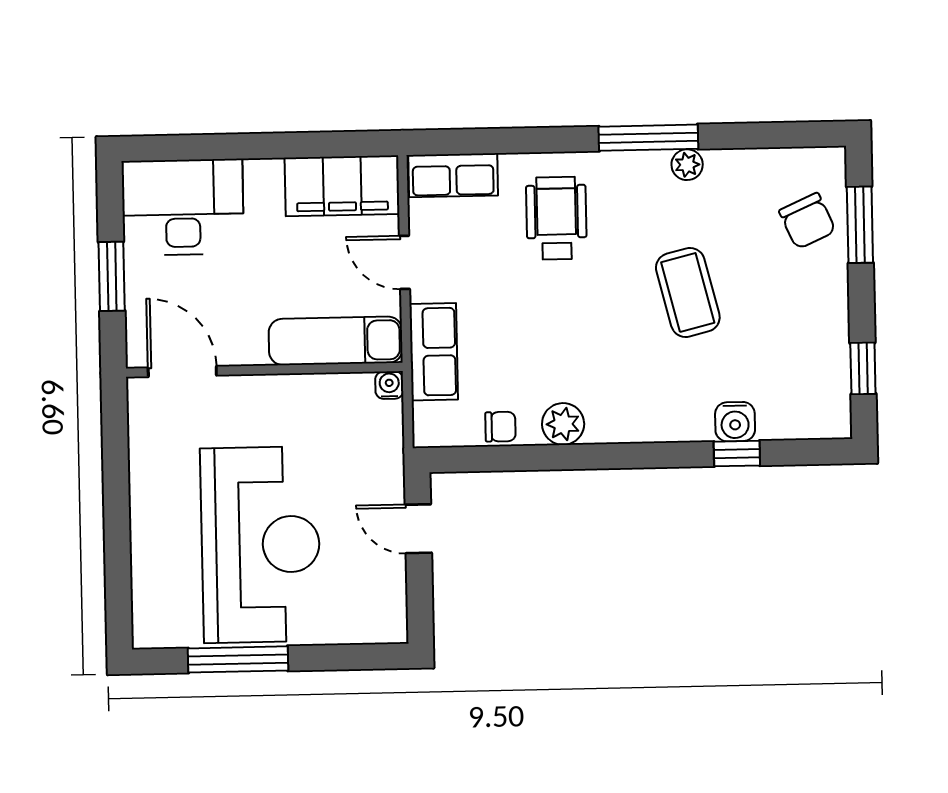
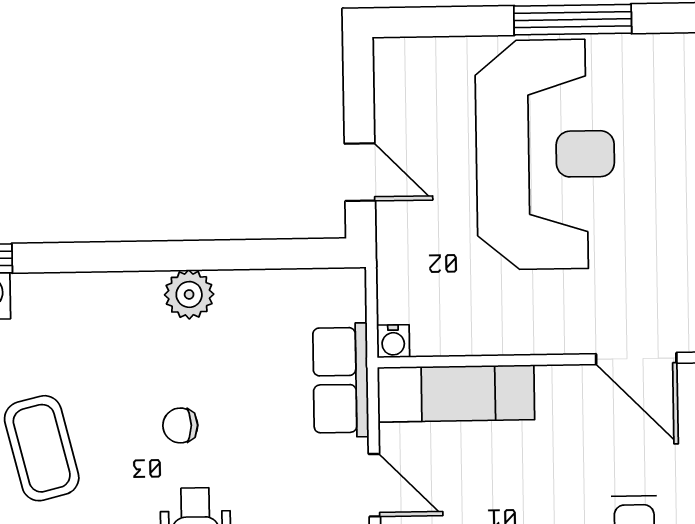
chair: (500, 427) -> (180, 425), moved
reception desk: (261, 545) -> (545, 154), turned 180

